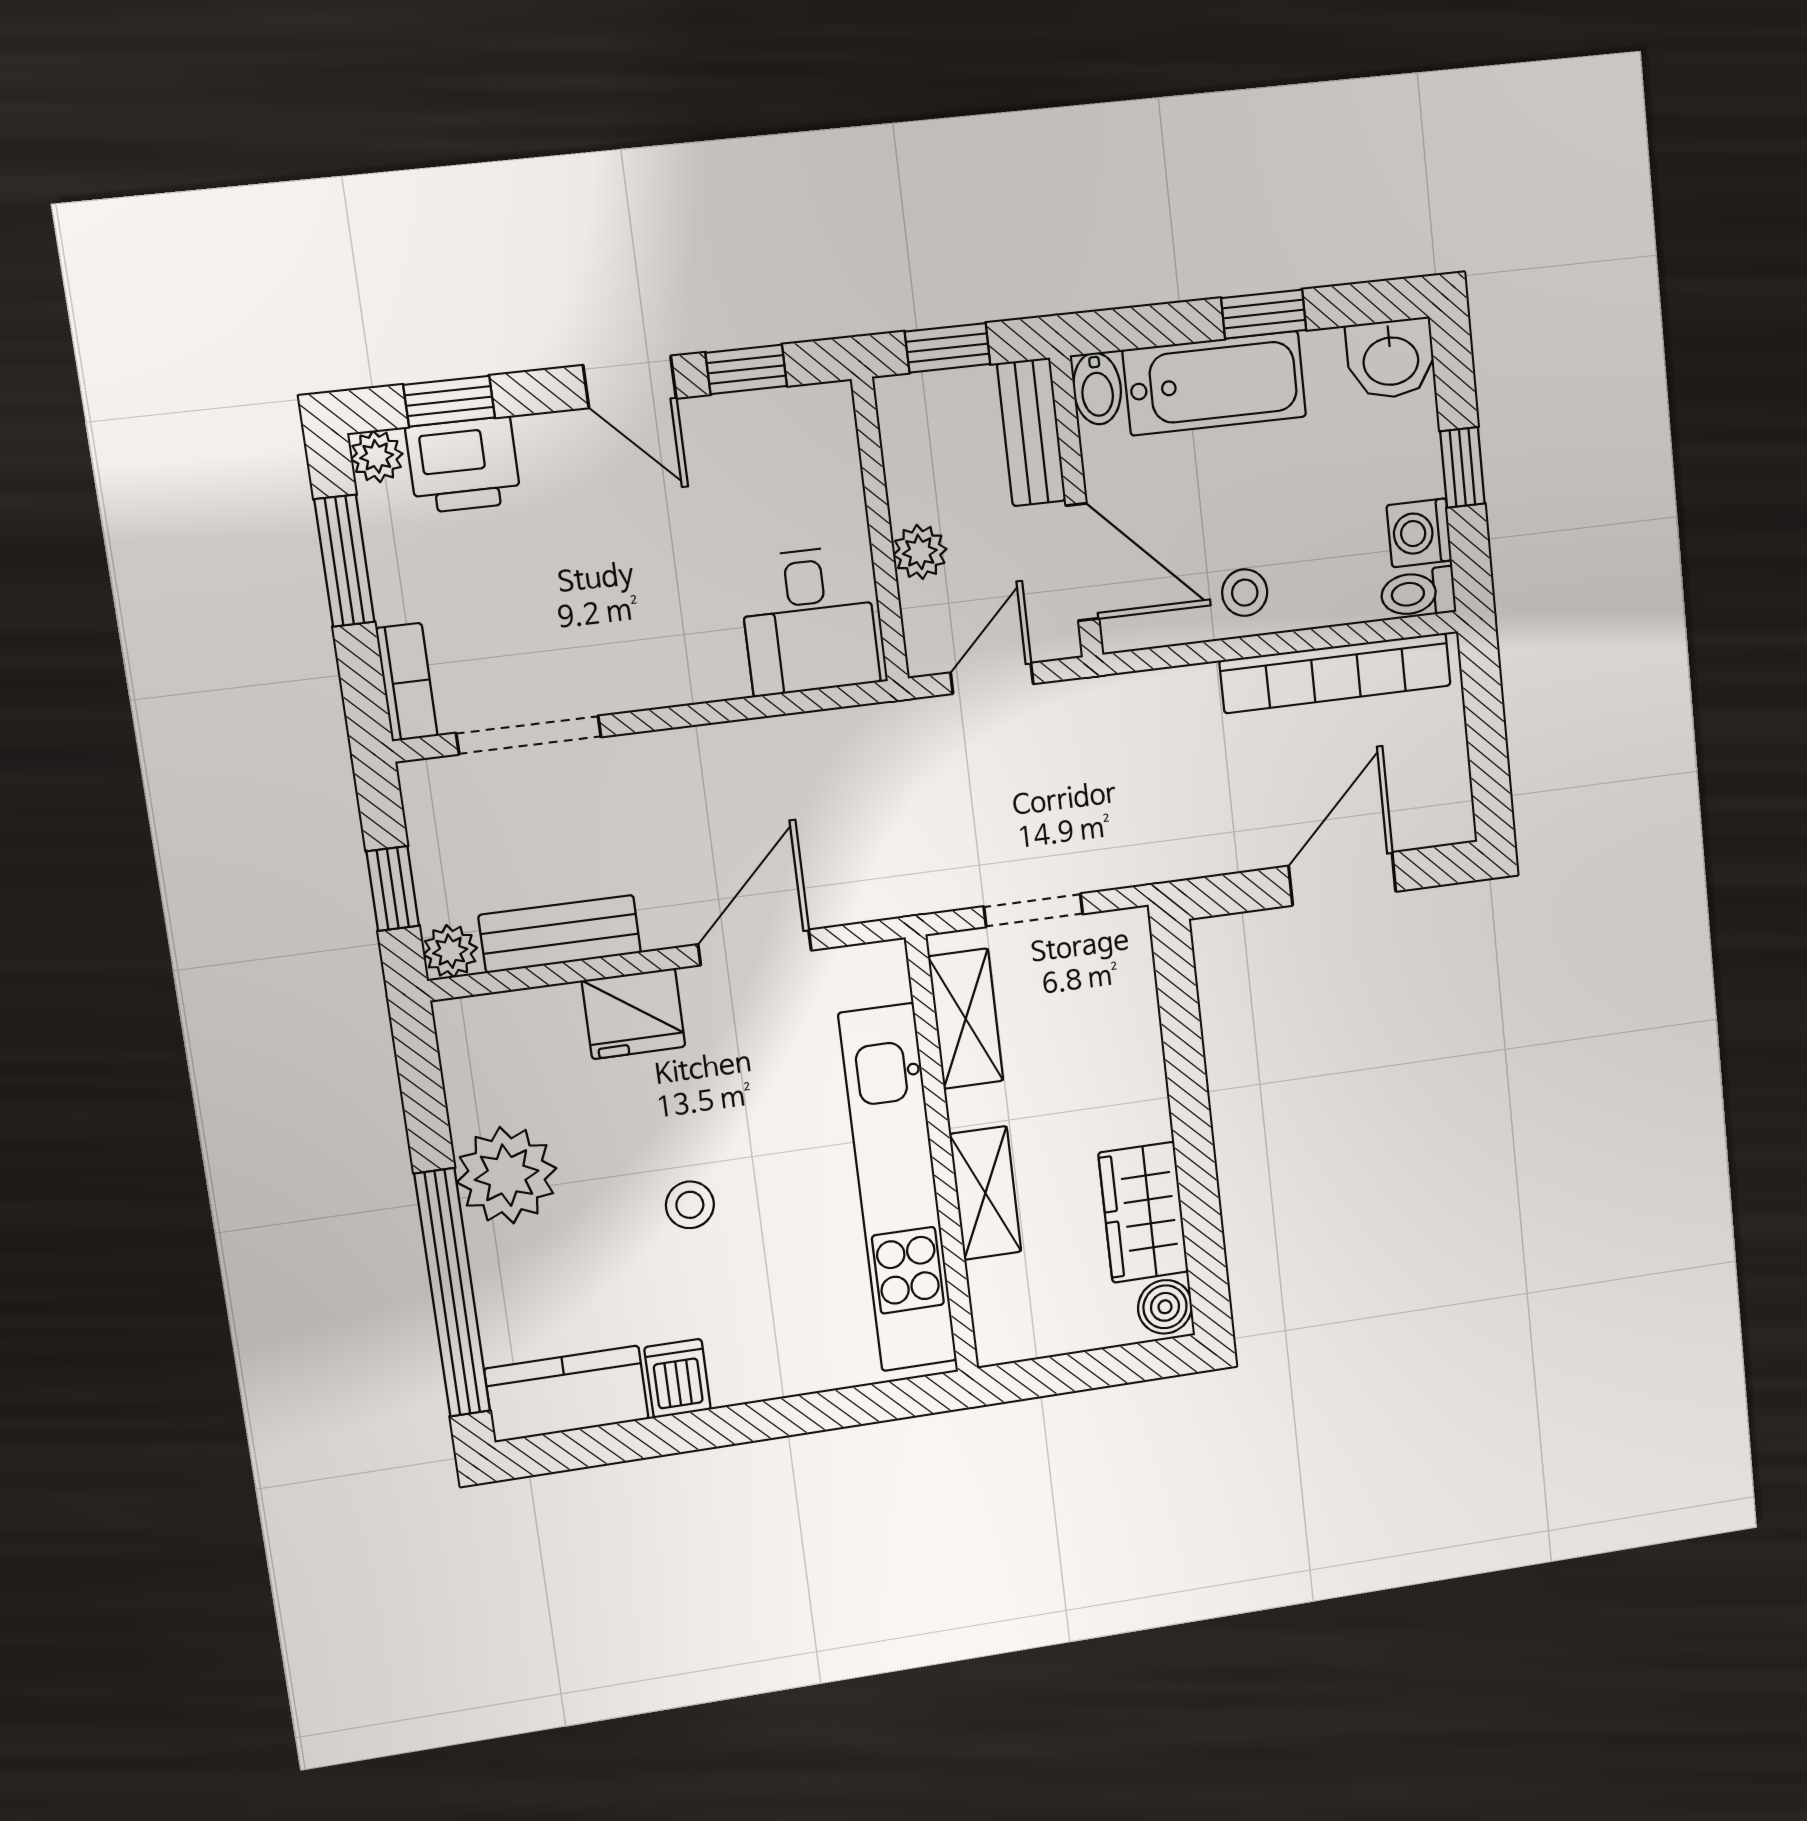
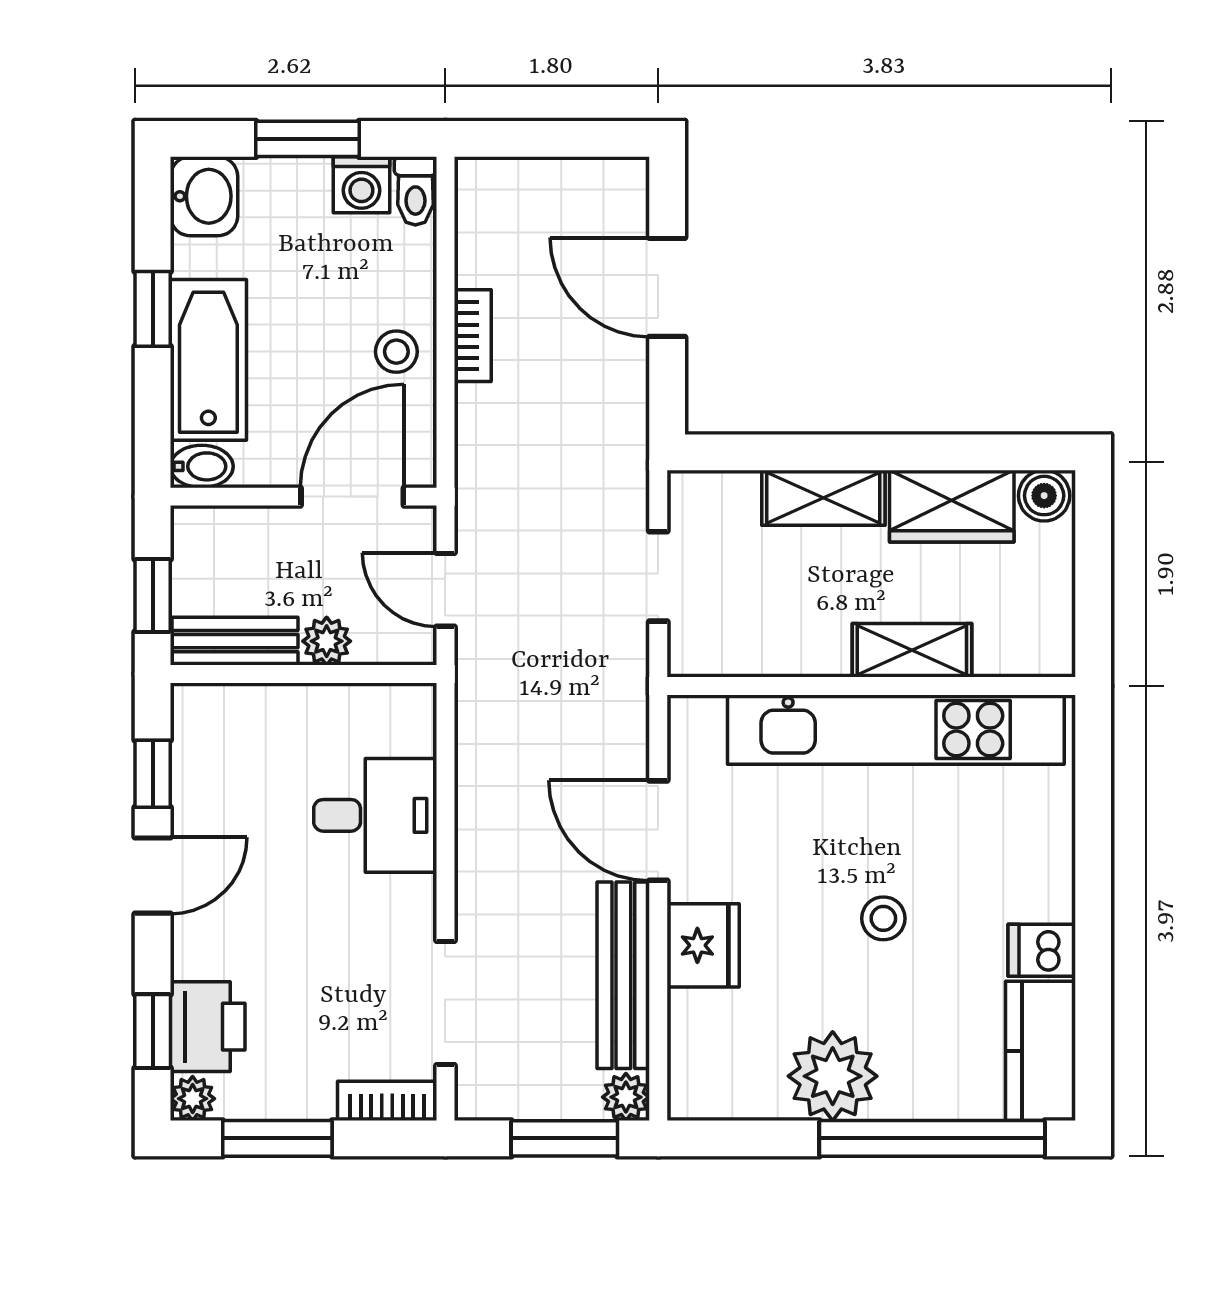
bench: (1031, 432) -> (235, 641), moved
window: (1462, 467) -> (307, 139), width x1.50
desk: (809, 621) -> (375, 815), moved
bookcase: (1335, 673) -> (473, 336), width x0.43, depth x0.76
window: (393, 889) -> (564, 1138), width x1.50
bench: (560, 934) -> (623, 975), width x1.36
shelving: (966, 1019) -> (823, 498), moved

